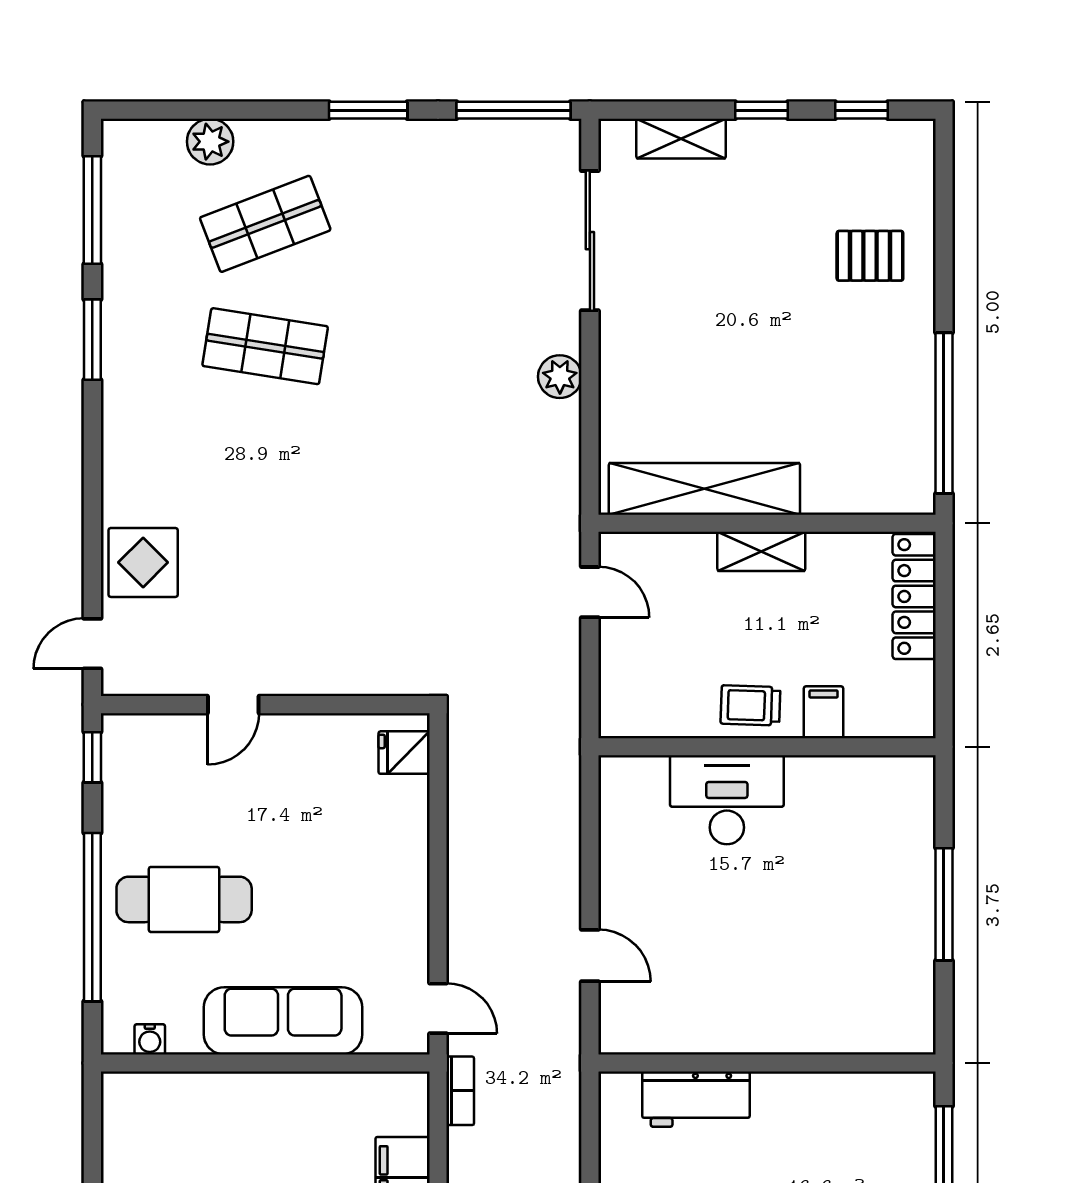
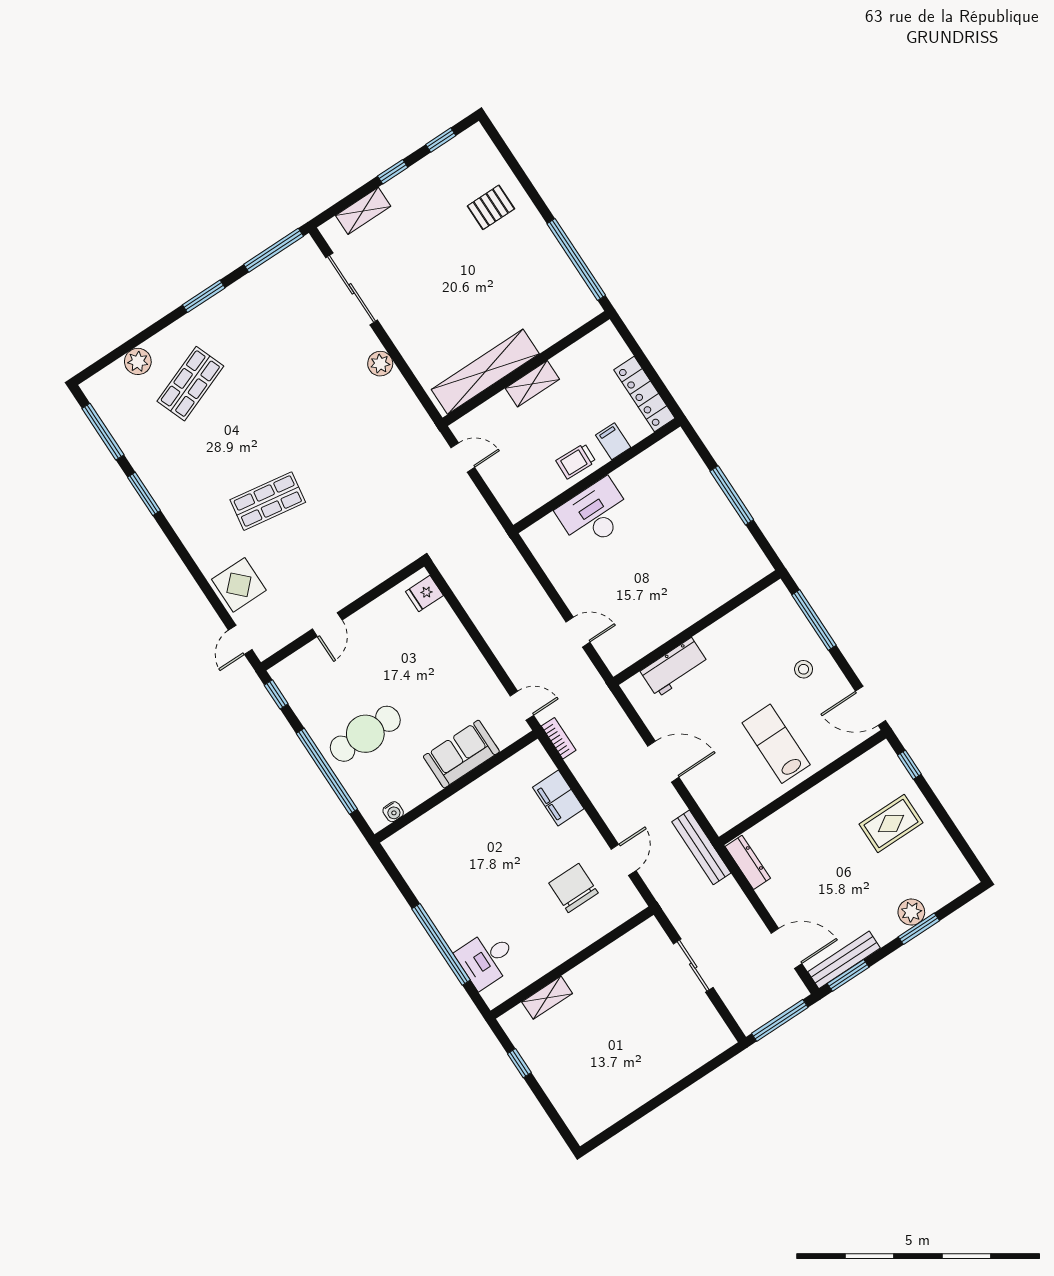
shop shelf: (265, 346) -> (268, 501), moved
locker: (914, 596) -> (644, 394), moved
sofa: (283, 1021) -> (461, 754), width x0.73

